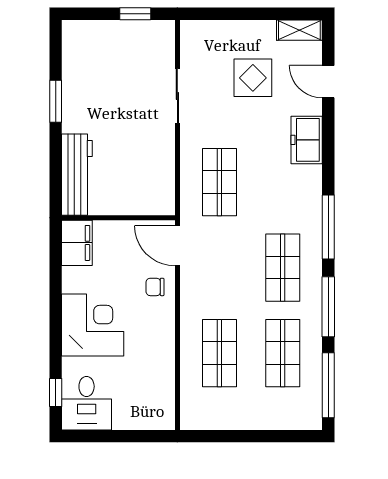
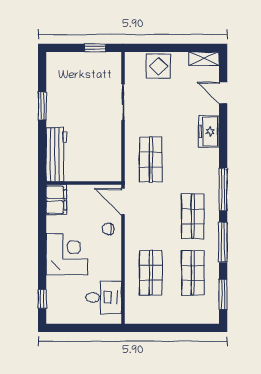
display table: (253, 78) -> (159, 66), moved
window: (328, 385) -> (223, 294), width x0.69
desk: (87, 403) -> (104, 297), moved, turned -90

